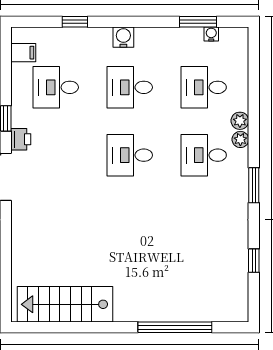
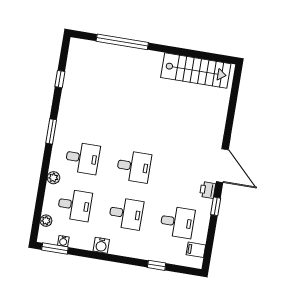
window: (198, 22) -> (55, 248), moved
water cooler: (123, 37) -> (101, 245), moved
plant: (240, 139) -> (46, 221), moved

